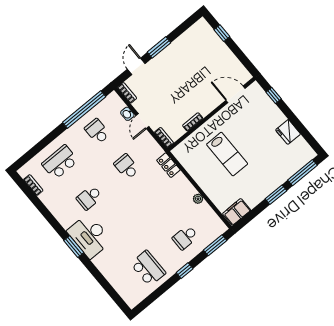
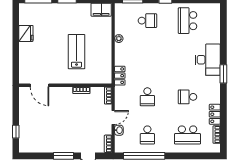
window: (274, 95) -> (16, 64), removed
school desk: (89, 198) -> (188, 97), turned 180
locker: (51, 202) -> (215, 114), added
desk: (89, 236) -> (208, 60), moved

